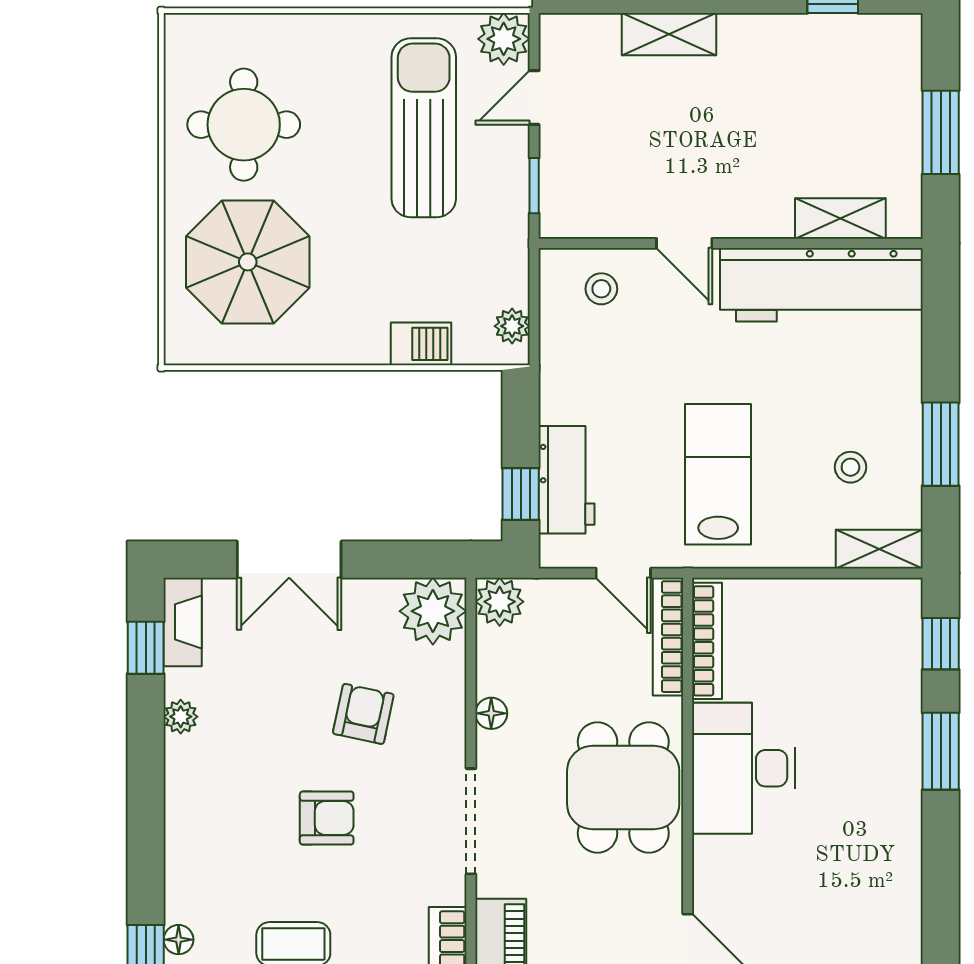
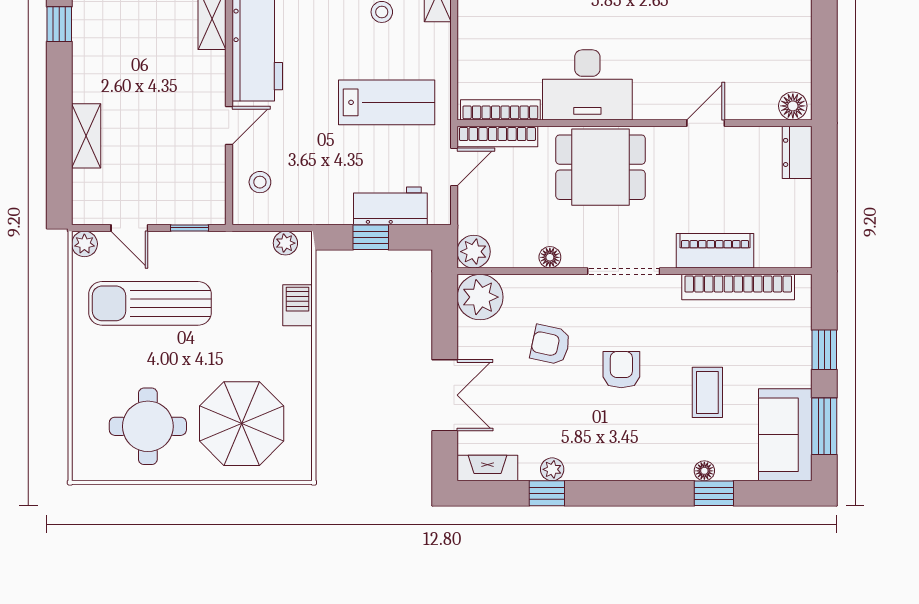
plant: (504, 39) -> (84, 244), width x0.73, depth x0.73
lab bench: (718, 474) -> (387, 102), turned 180
window: (521, 494) -> (371, 237), moved
window: (146, 648) -> (547, 493), moved

